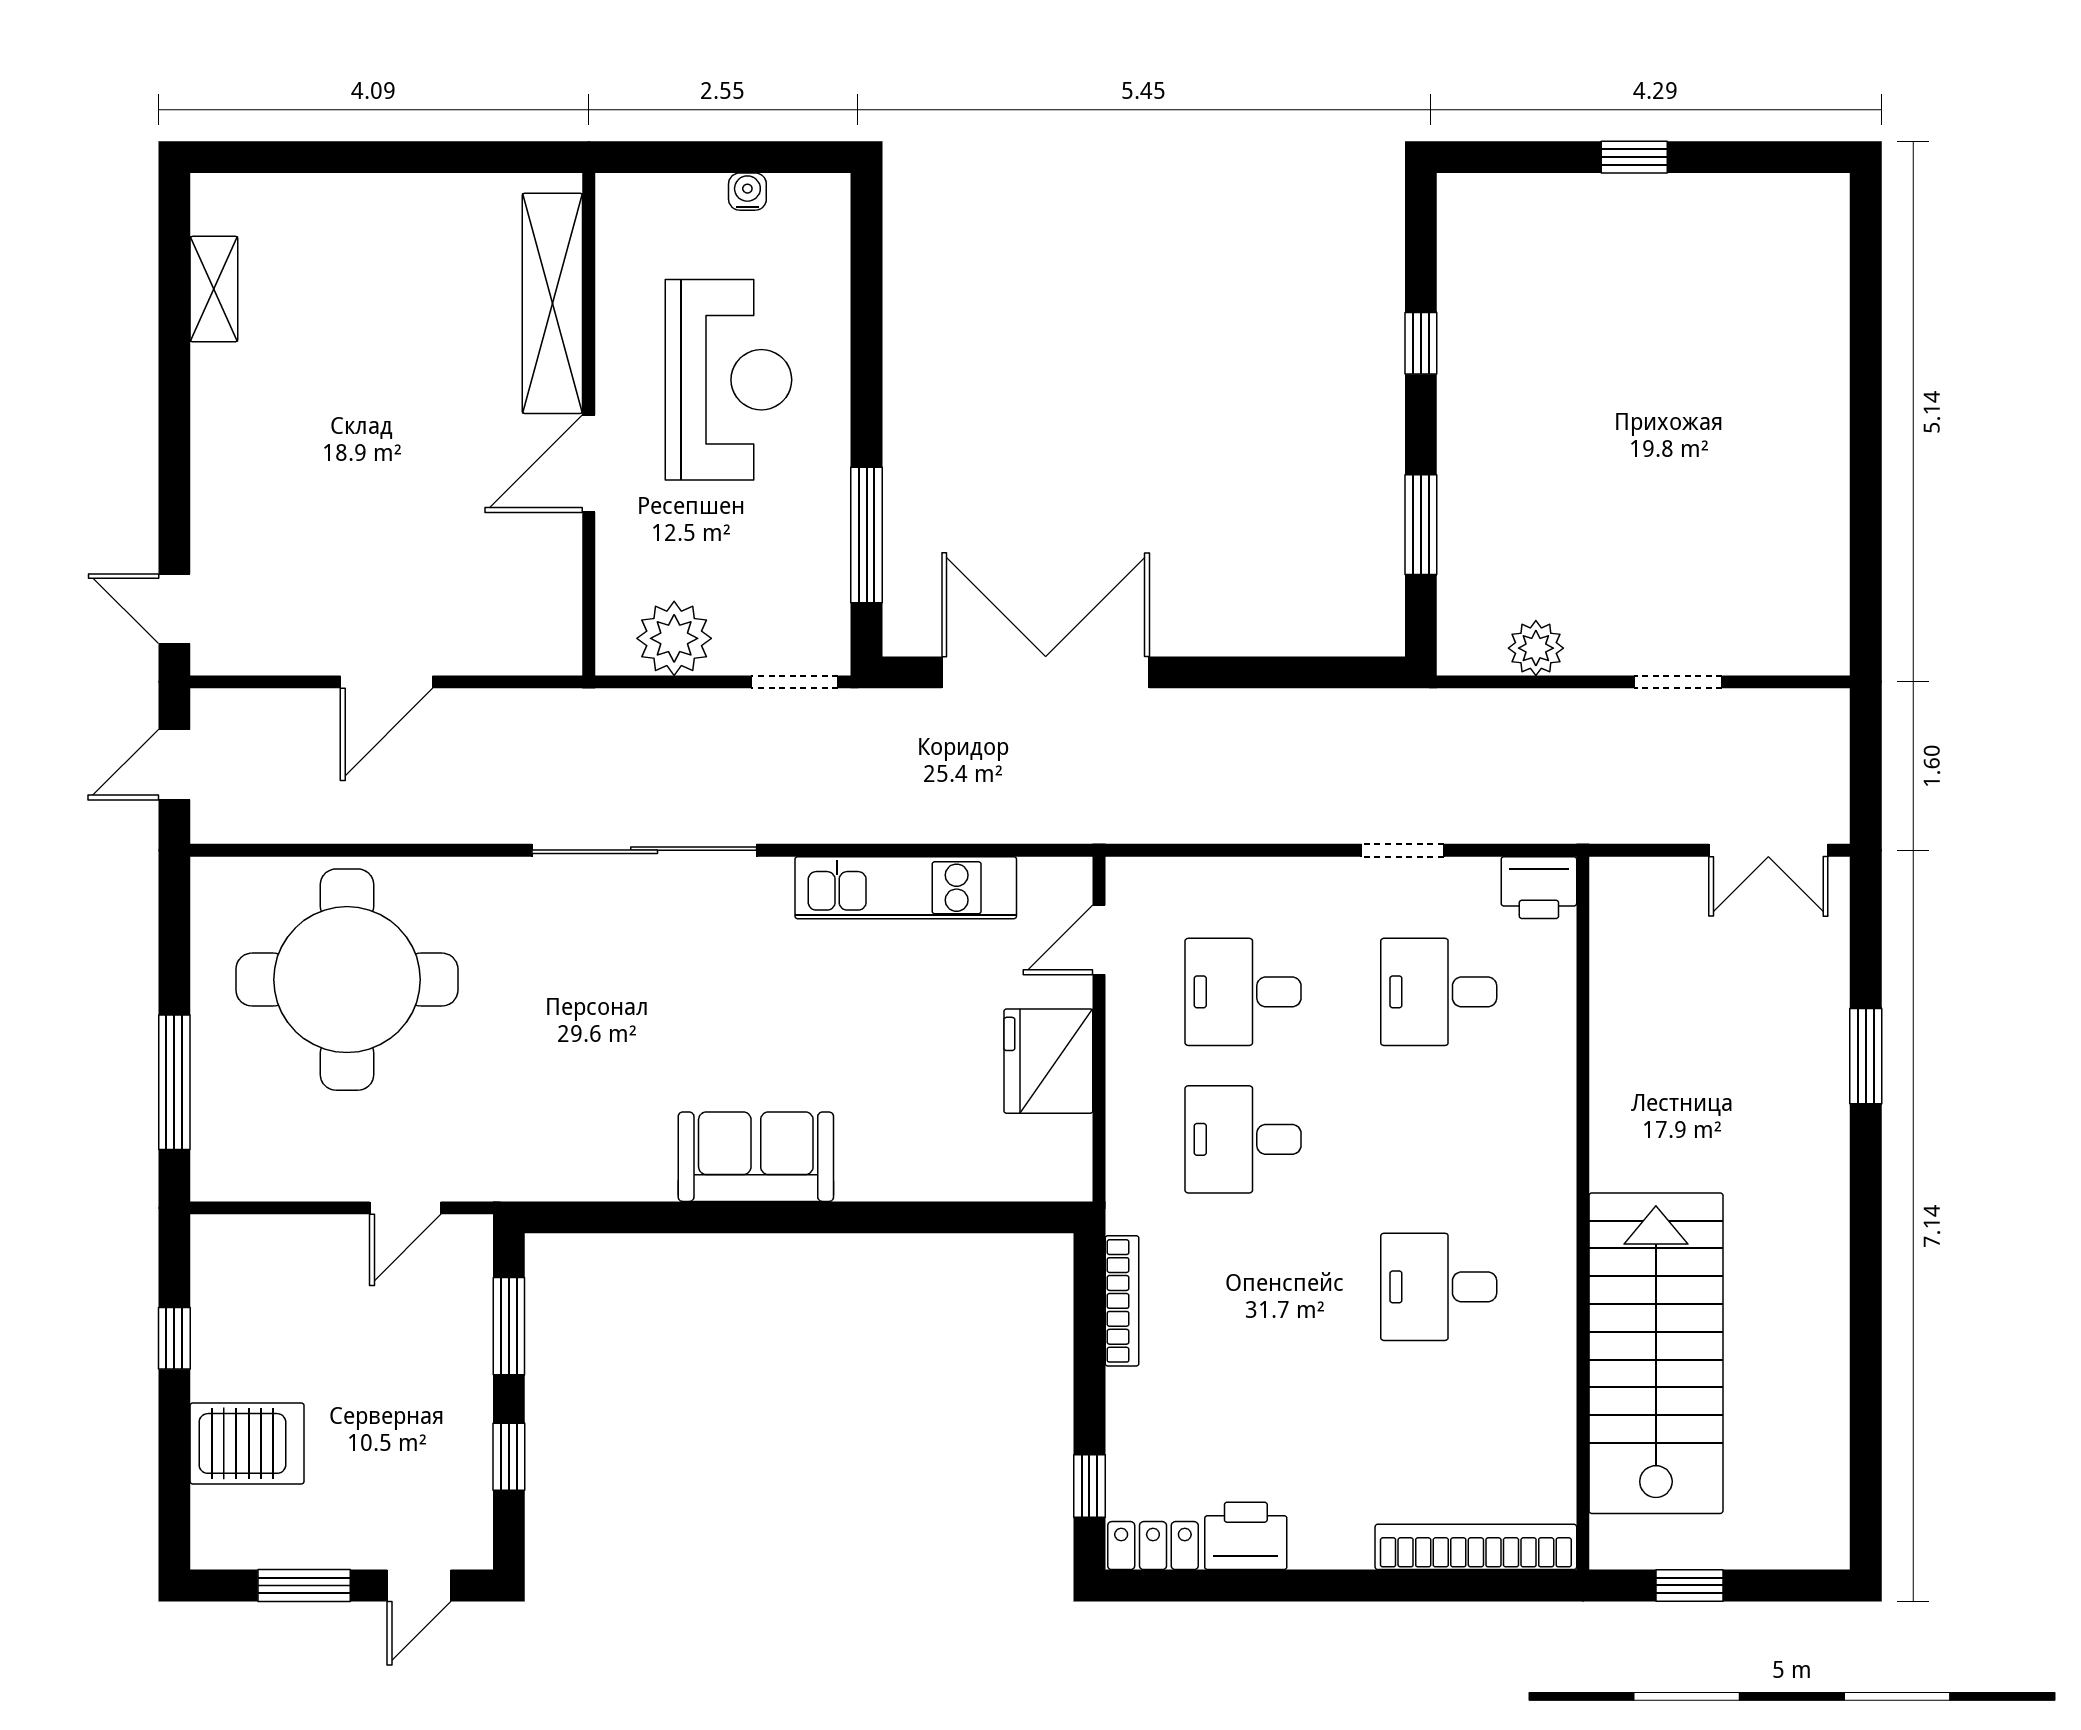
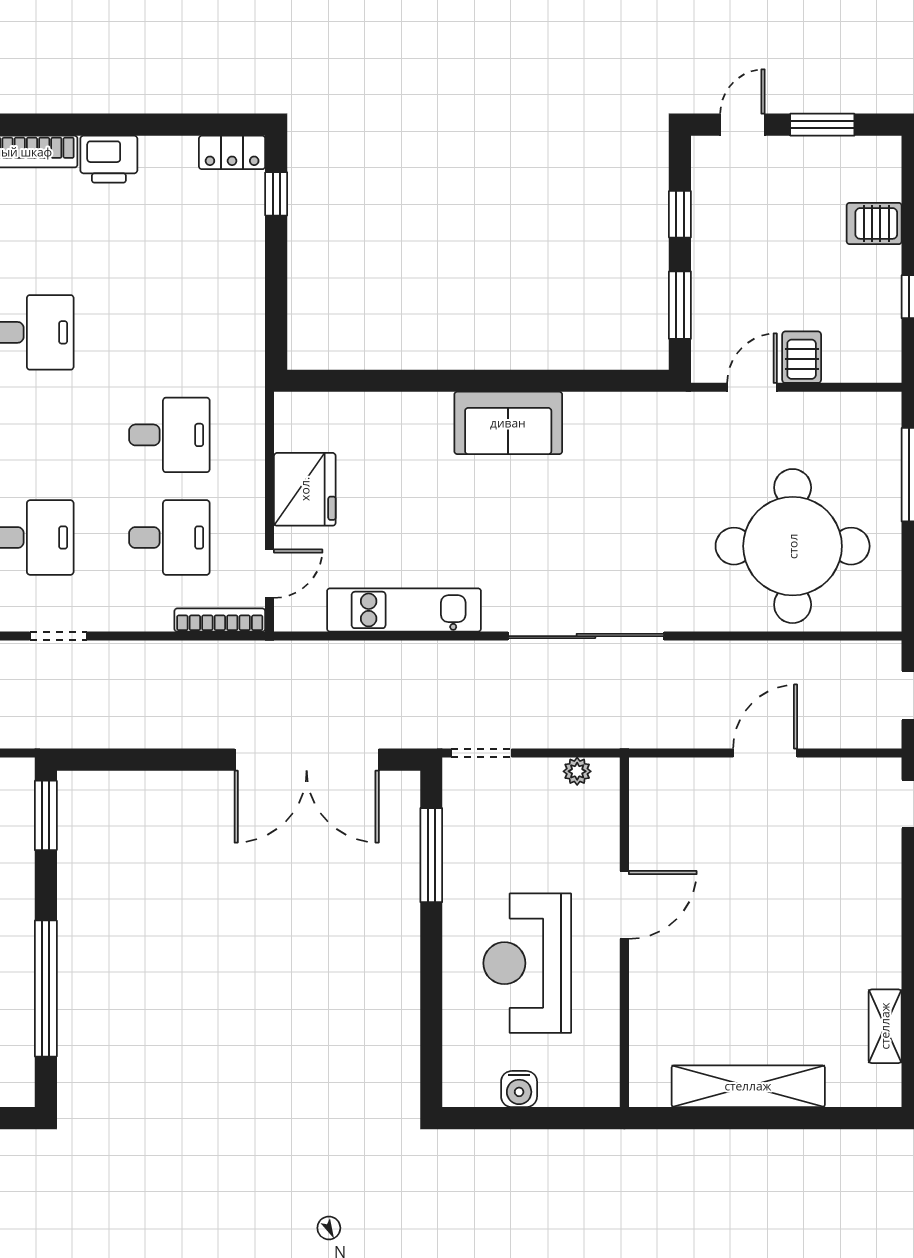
water cooler: (747, 192) -> (519, 1089), width x1.38, depth x1.38
shelving: (552, 303) -> (748, 1086), moved, turned 90
window: (1421, 343) -> (46, 989), width x3.17
window: (1421, 525) -> (46, 815), moved
plant: (674, 638) -> (577, 771), width x0.53, depth x0.53
server rack: (334, 1251) -> (802, 357), added
bookcase: (1122, 1301) -> (220, 620), moved, turned 90
server rack: (247, 1443) -> (874, 223), width x0.73, depth x0.70
printer: (1246, 1536) -> (109, 159), moved

